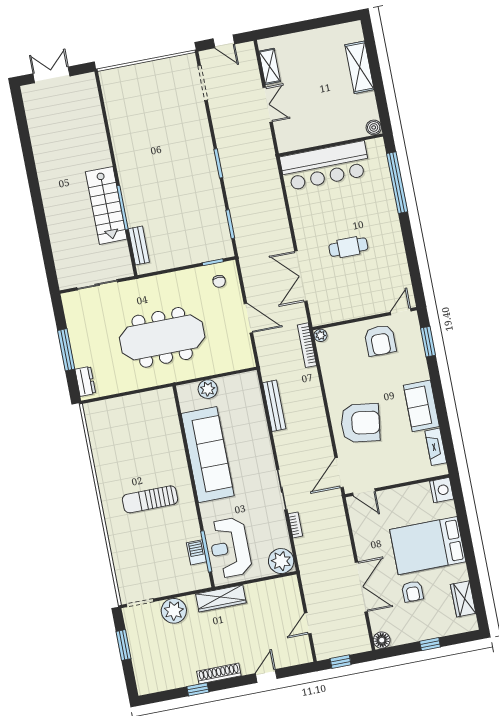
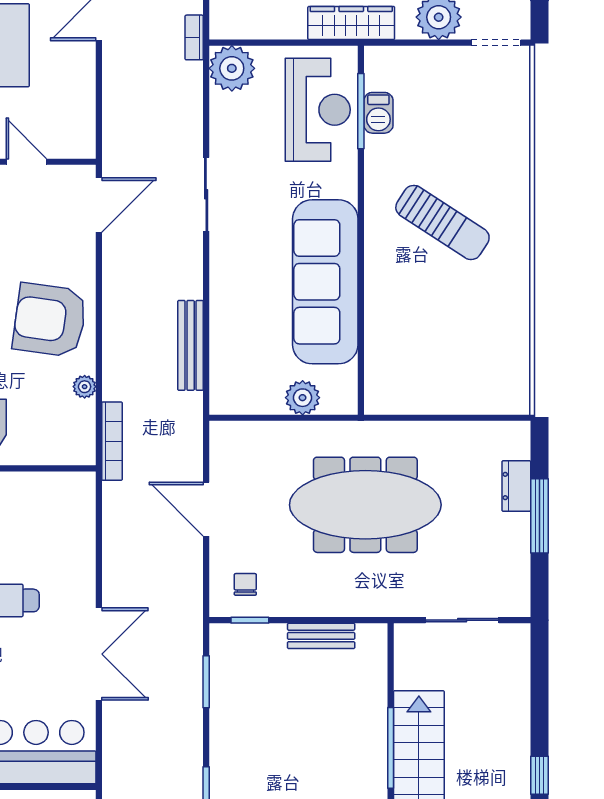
window: (39, 208) -> (540, 775), added
bench: (139, 246) -> (321, 636), moved, turned 90
double door: (301, 276) -> (99, 654), moved
plant: (320, 335) -> (85, 387), moved
dresser: (85, 381) -> (516, 486), moved
armchair: (360, 423) -> (50, 320), moved
door: (364, 492) -> (26, 162), moved
sun lounger: (150, 499) -> (442, 222), turned 33
bookcase: (295, 525) -> (194, 37), moved

